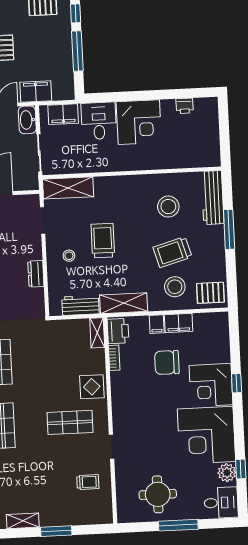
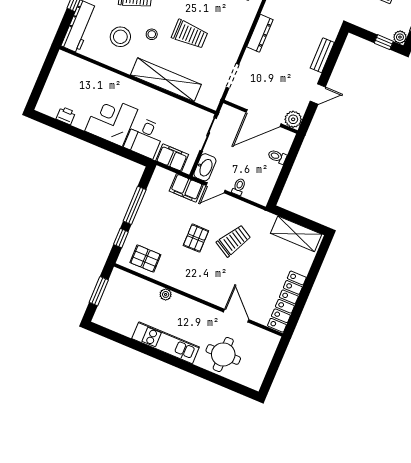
shelving: (68, 188) -> (166, 80), moved, width x1.47
trolley: (103, 241) -> (190, 34), turned -90
stool: (69, 256) -> (152, 34), moved
dresser: (36, 274) -> (260, 33), width x1.44

